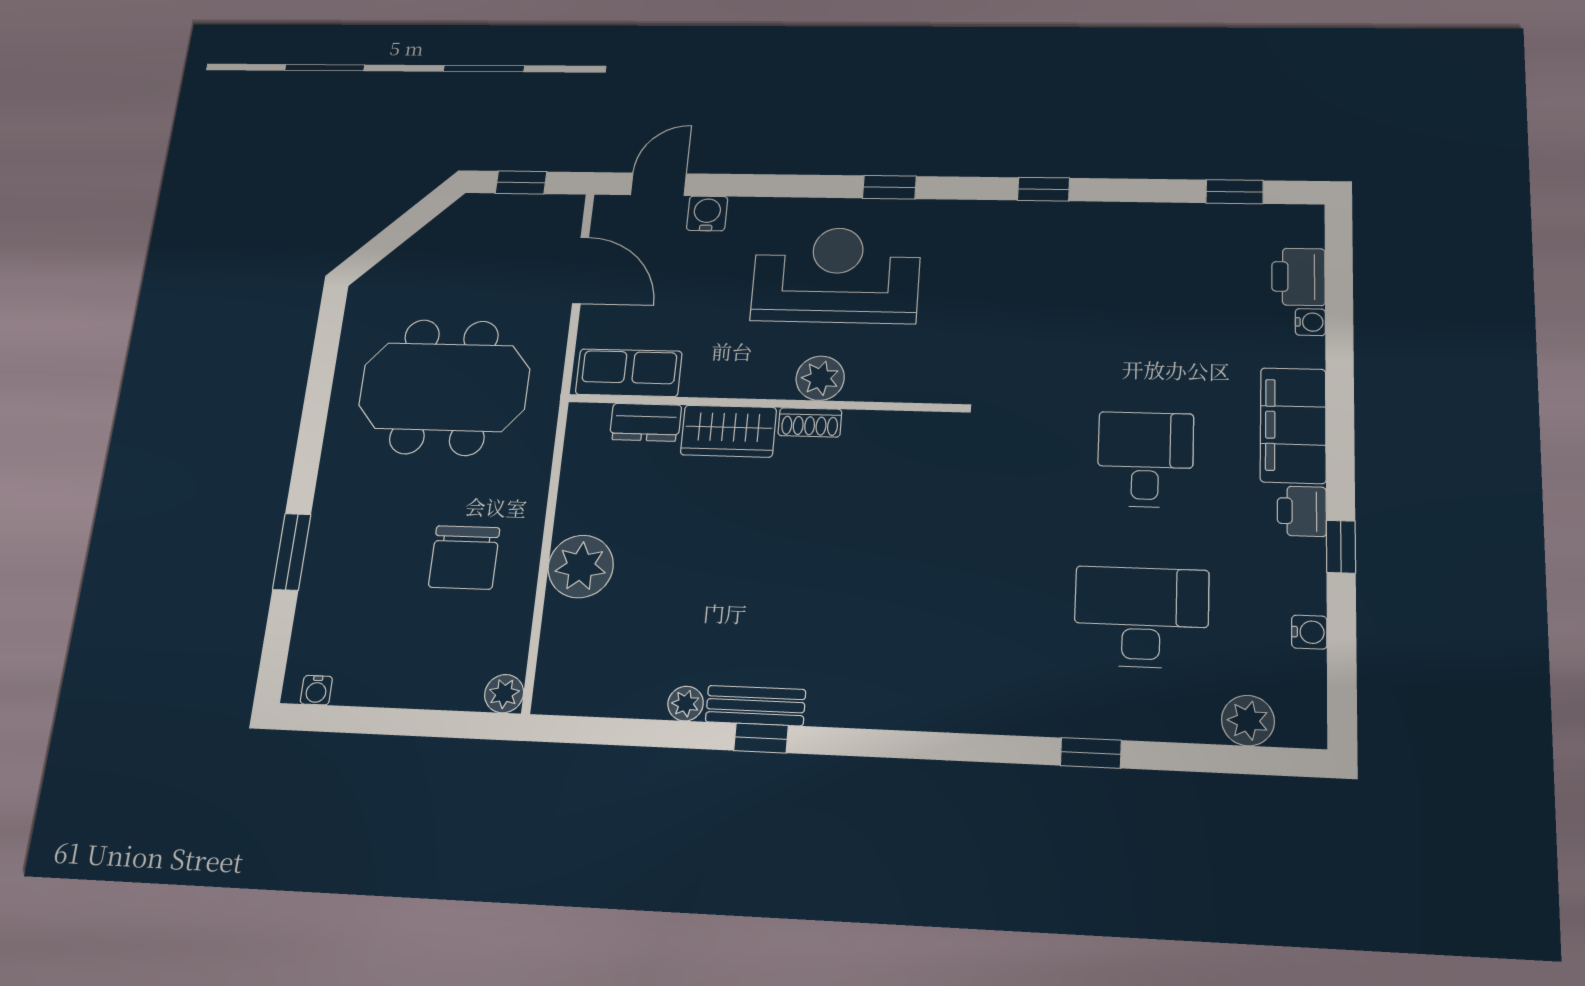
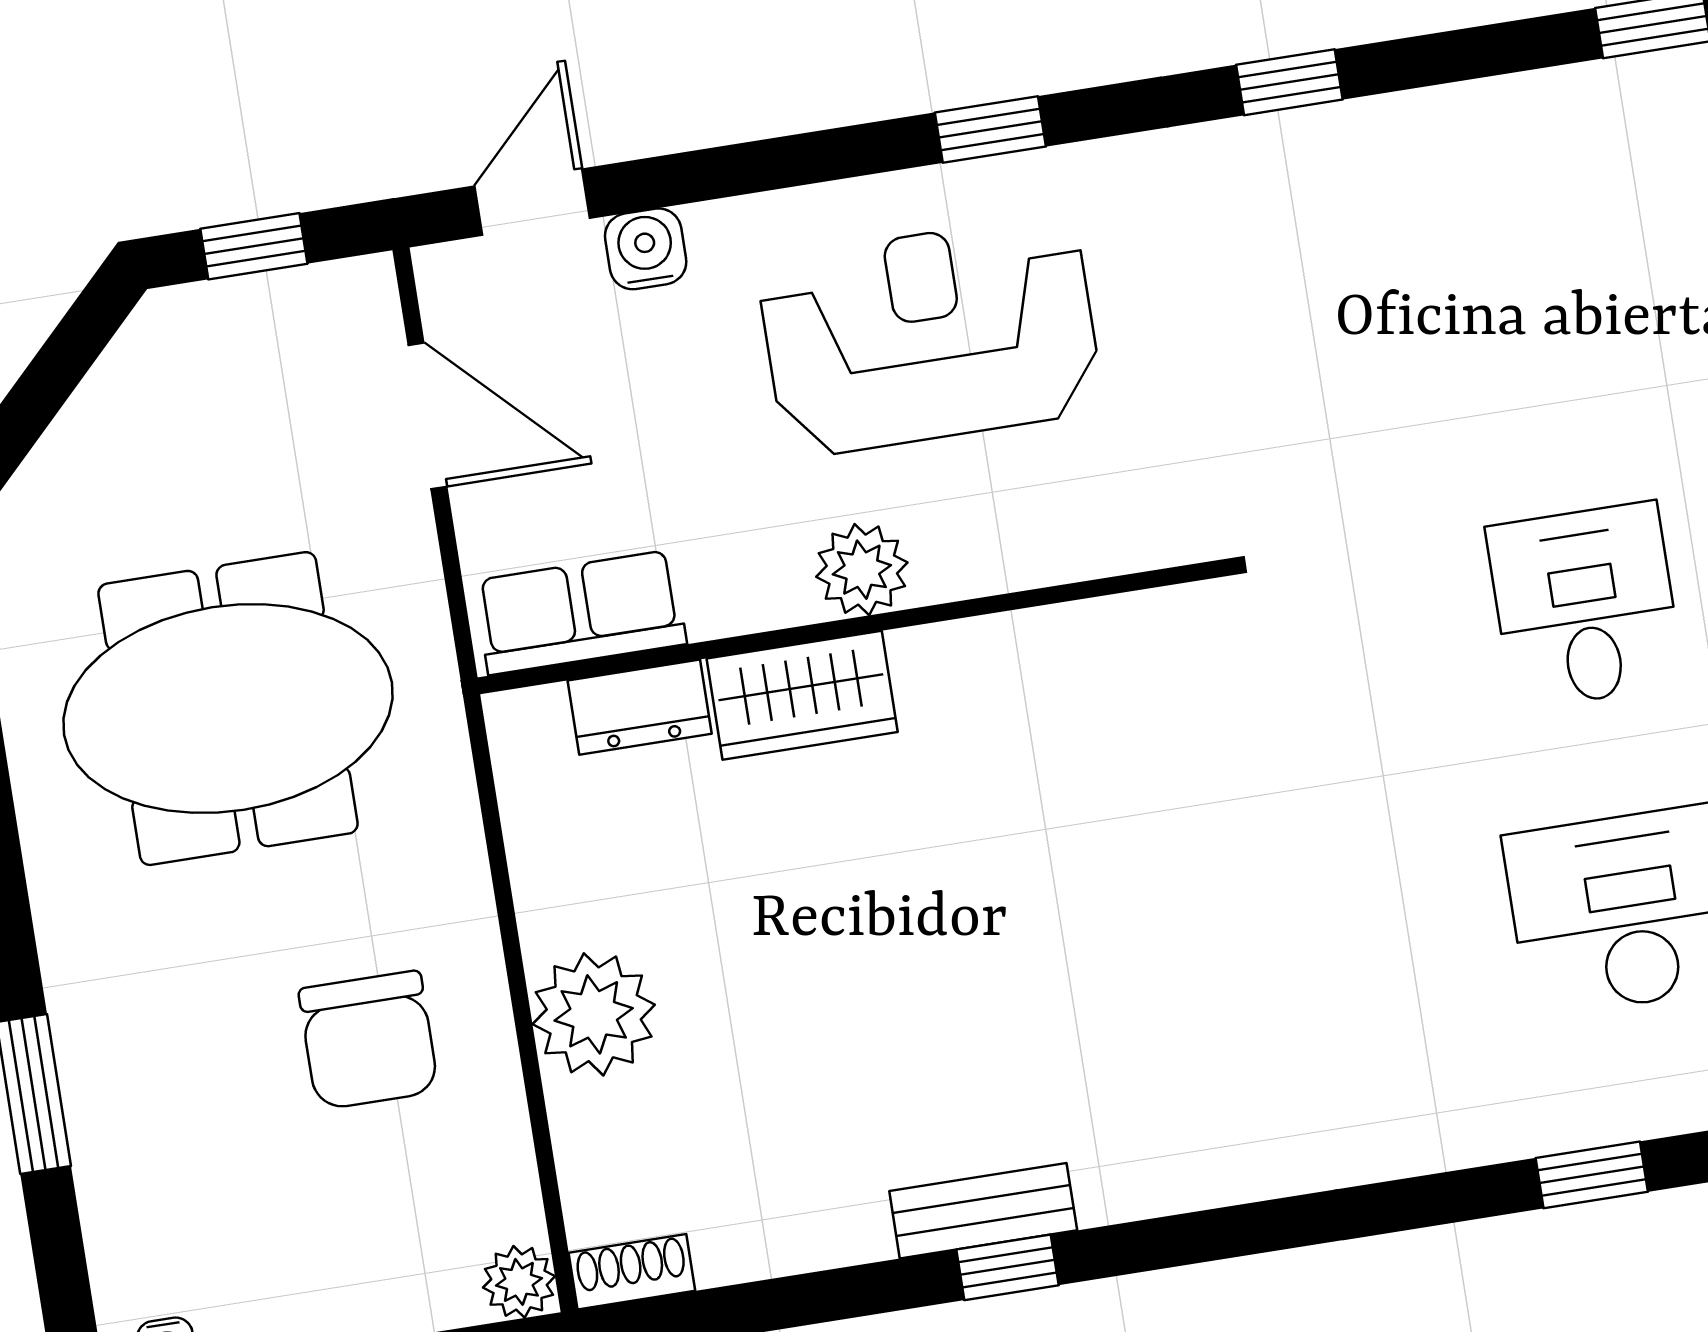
plant: (820, 378) -> (862, 570), moved
shoe rack: (810, 422) -> (632, 1272), moved, turned 180
plant: (686, 704) -> (856, 1232), removed

